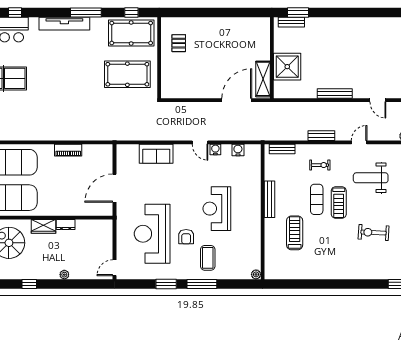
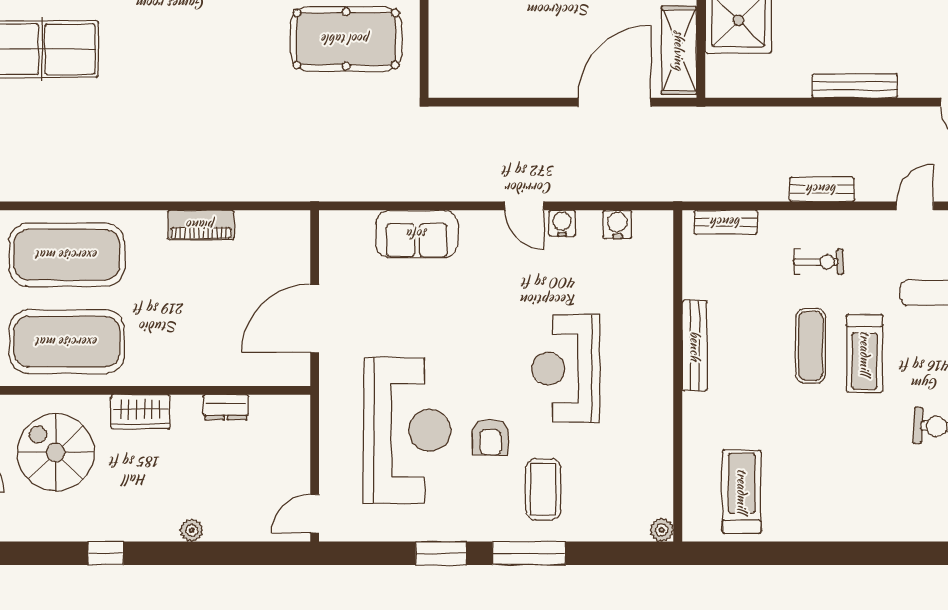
dresser: (66, 224) -> (226, 407), moved
treadmill: (295, 233) -> (742, 491), moved
reception desk: (152, 234) -> (407, 430), turned 180

